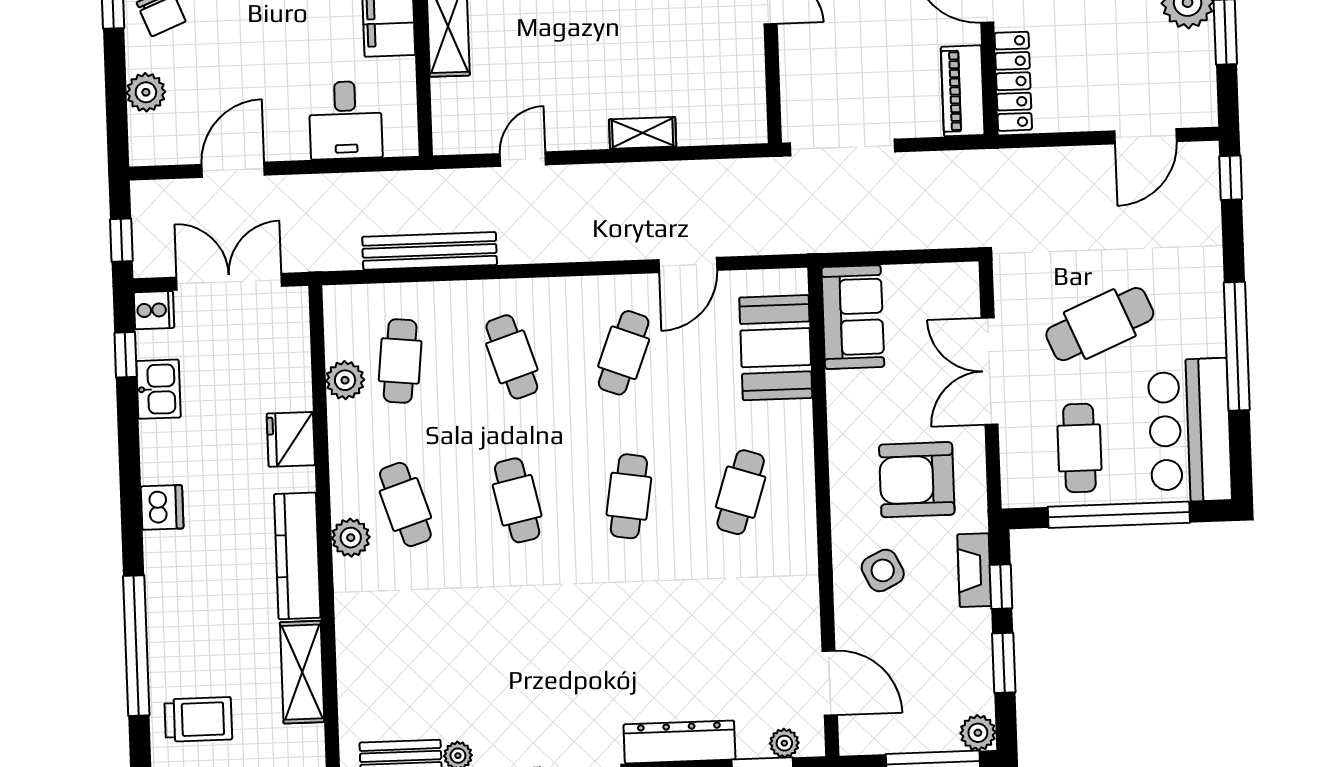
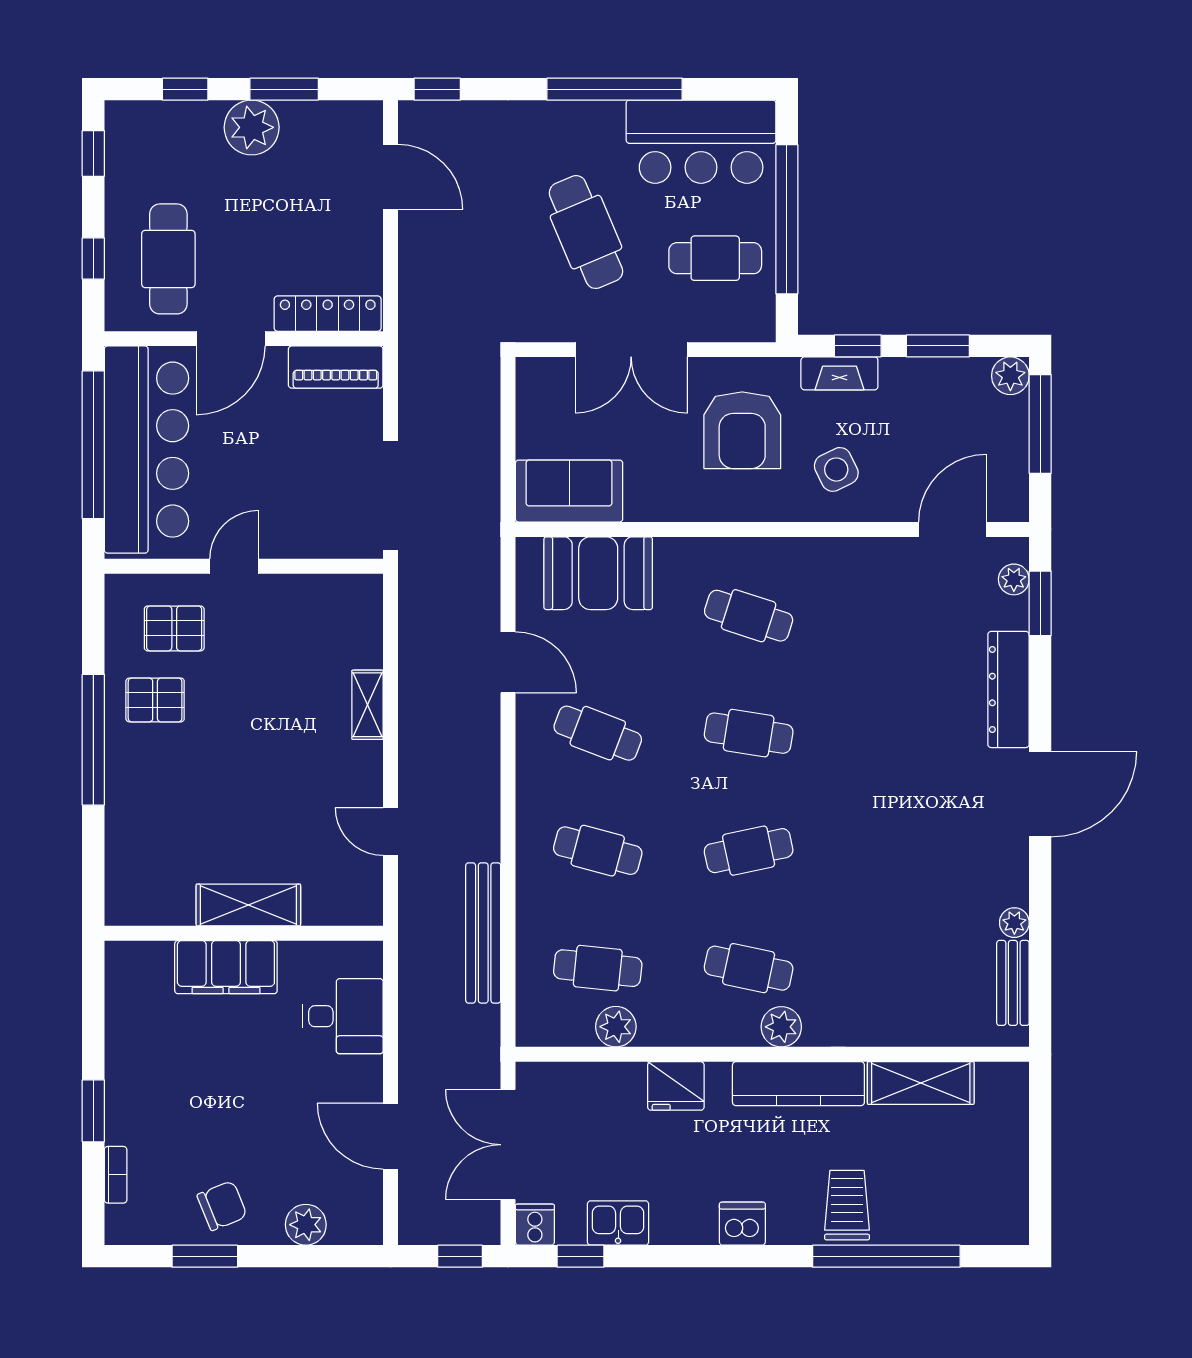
cafe table: (512, 357) -> (598, 851), turned 33
cafe table: (405, 504) -> (749, 968), turned 30
trolley: (198, 719) -> (847, 1205), moved

